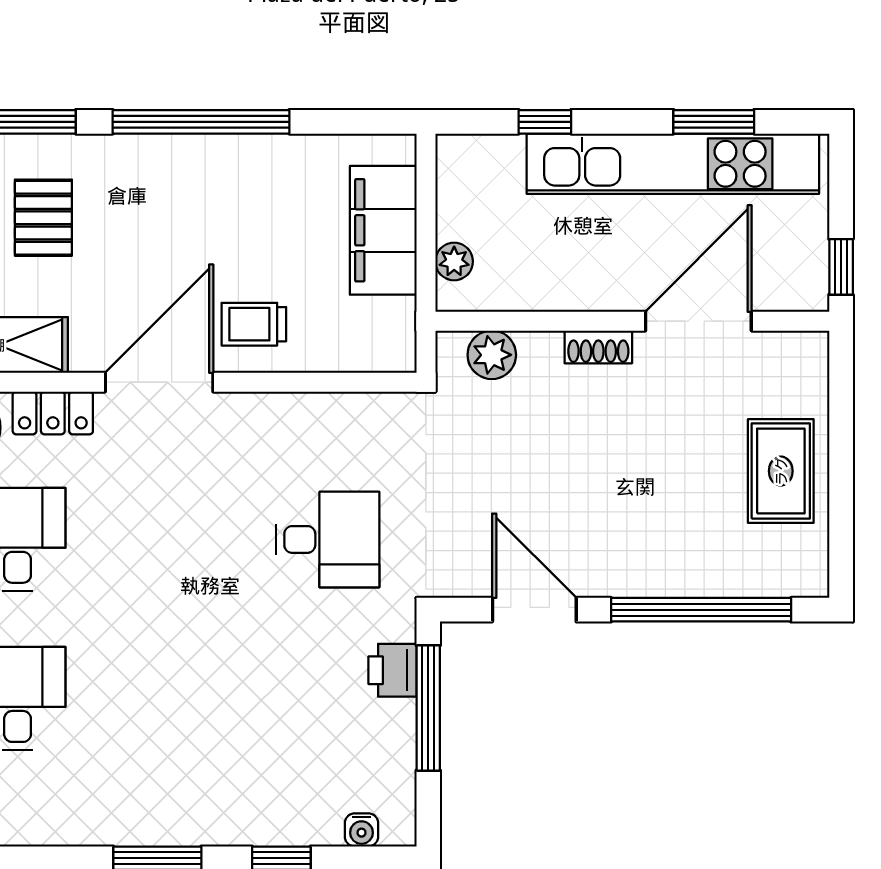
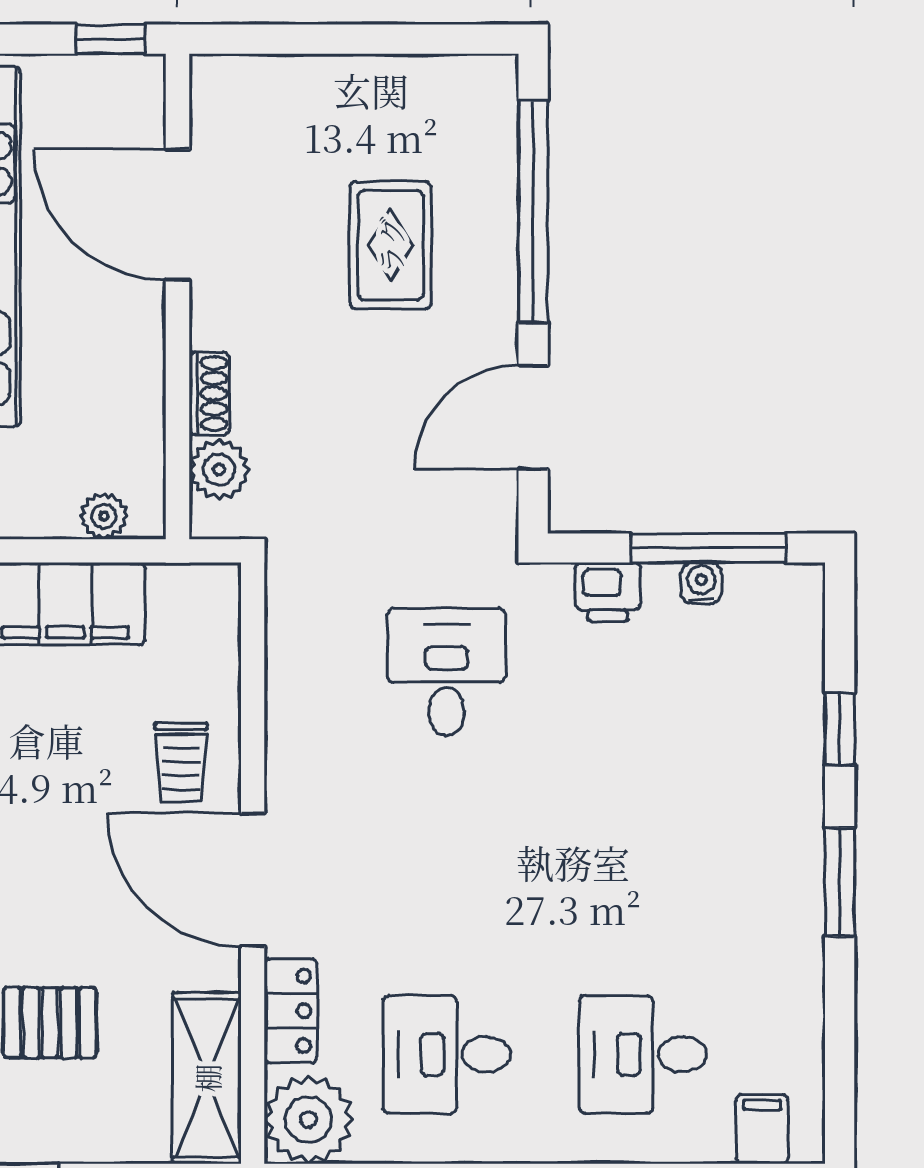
shoe rack: (598, 347) -> (209, 394), moved
rug: (781, 471) -> (390, 245), moved, turned 90
window: (428, 708) -> (708, 548), moved
water cooler: (361, 830) -> (701, 583), moved, turned -90

